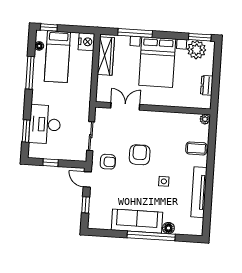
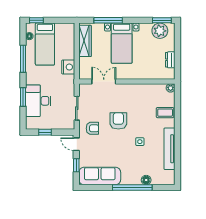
nightstand: (86, 42) -> (68, 67), moved
bed with nightstands: (157, 62) -> (122, 43), width x0.73
window: (26, 131) -> (23, 97), moved
sofa: (137, 221) -> (100, 176), moved

